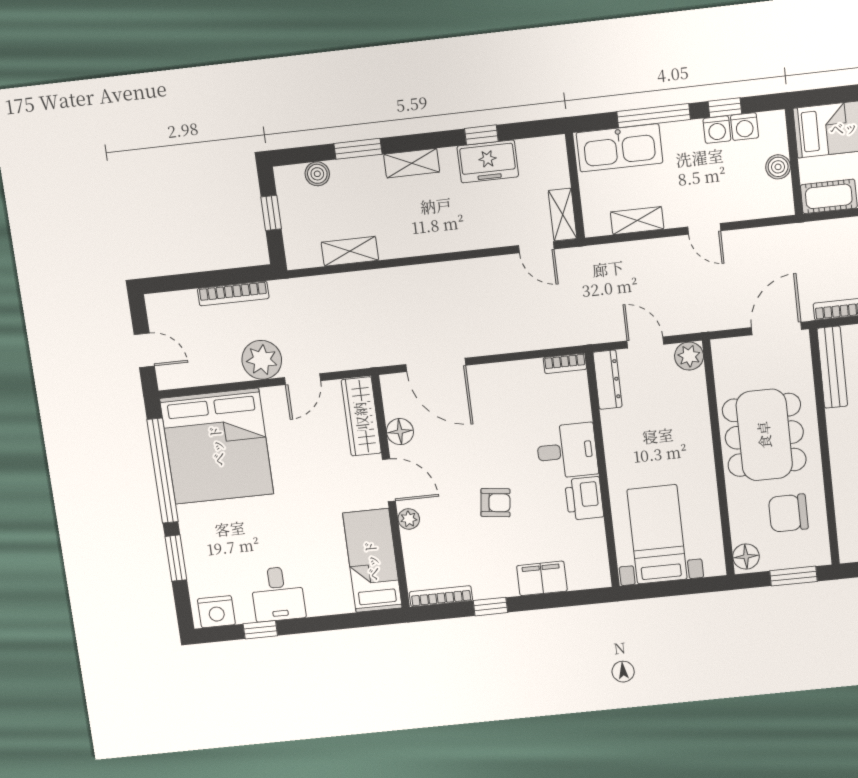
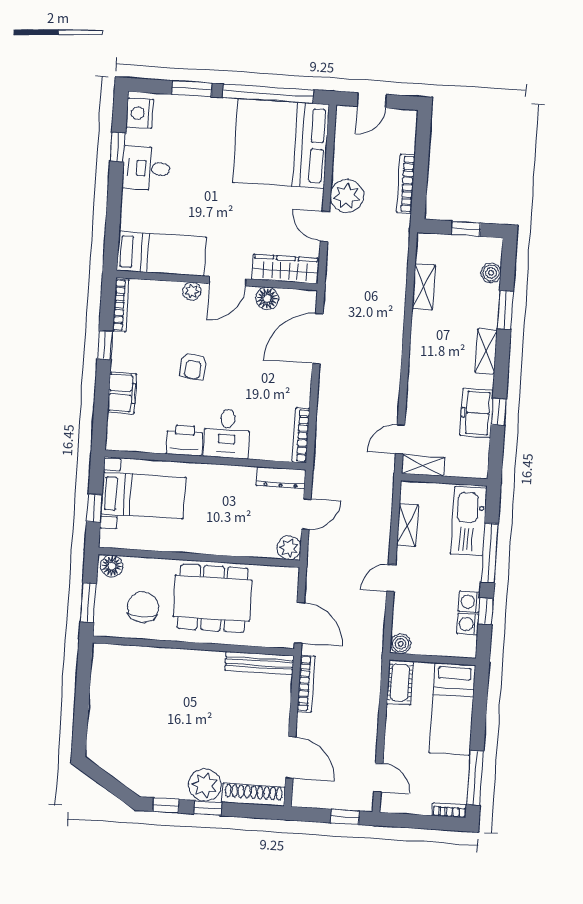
boiler: (778, 167) -> (401, 644), moved
bookcase: (565, 363) -> (301, 435), width x1.56
window: (682, 587) -> (94, 508), added

